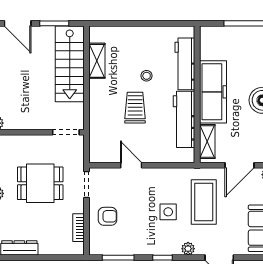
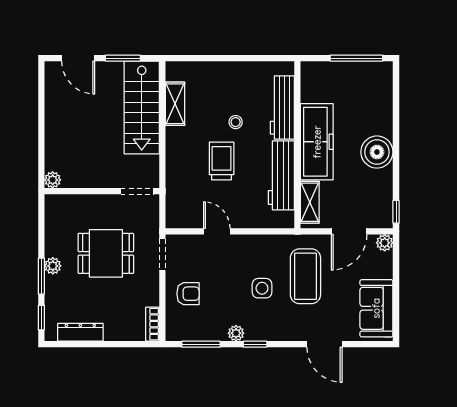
bookcase: (78, 228) -> (152, 324), moved
plant: (188, 249) -> (236, 333), moved

